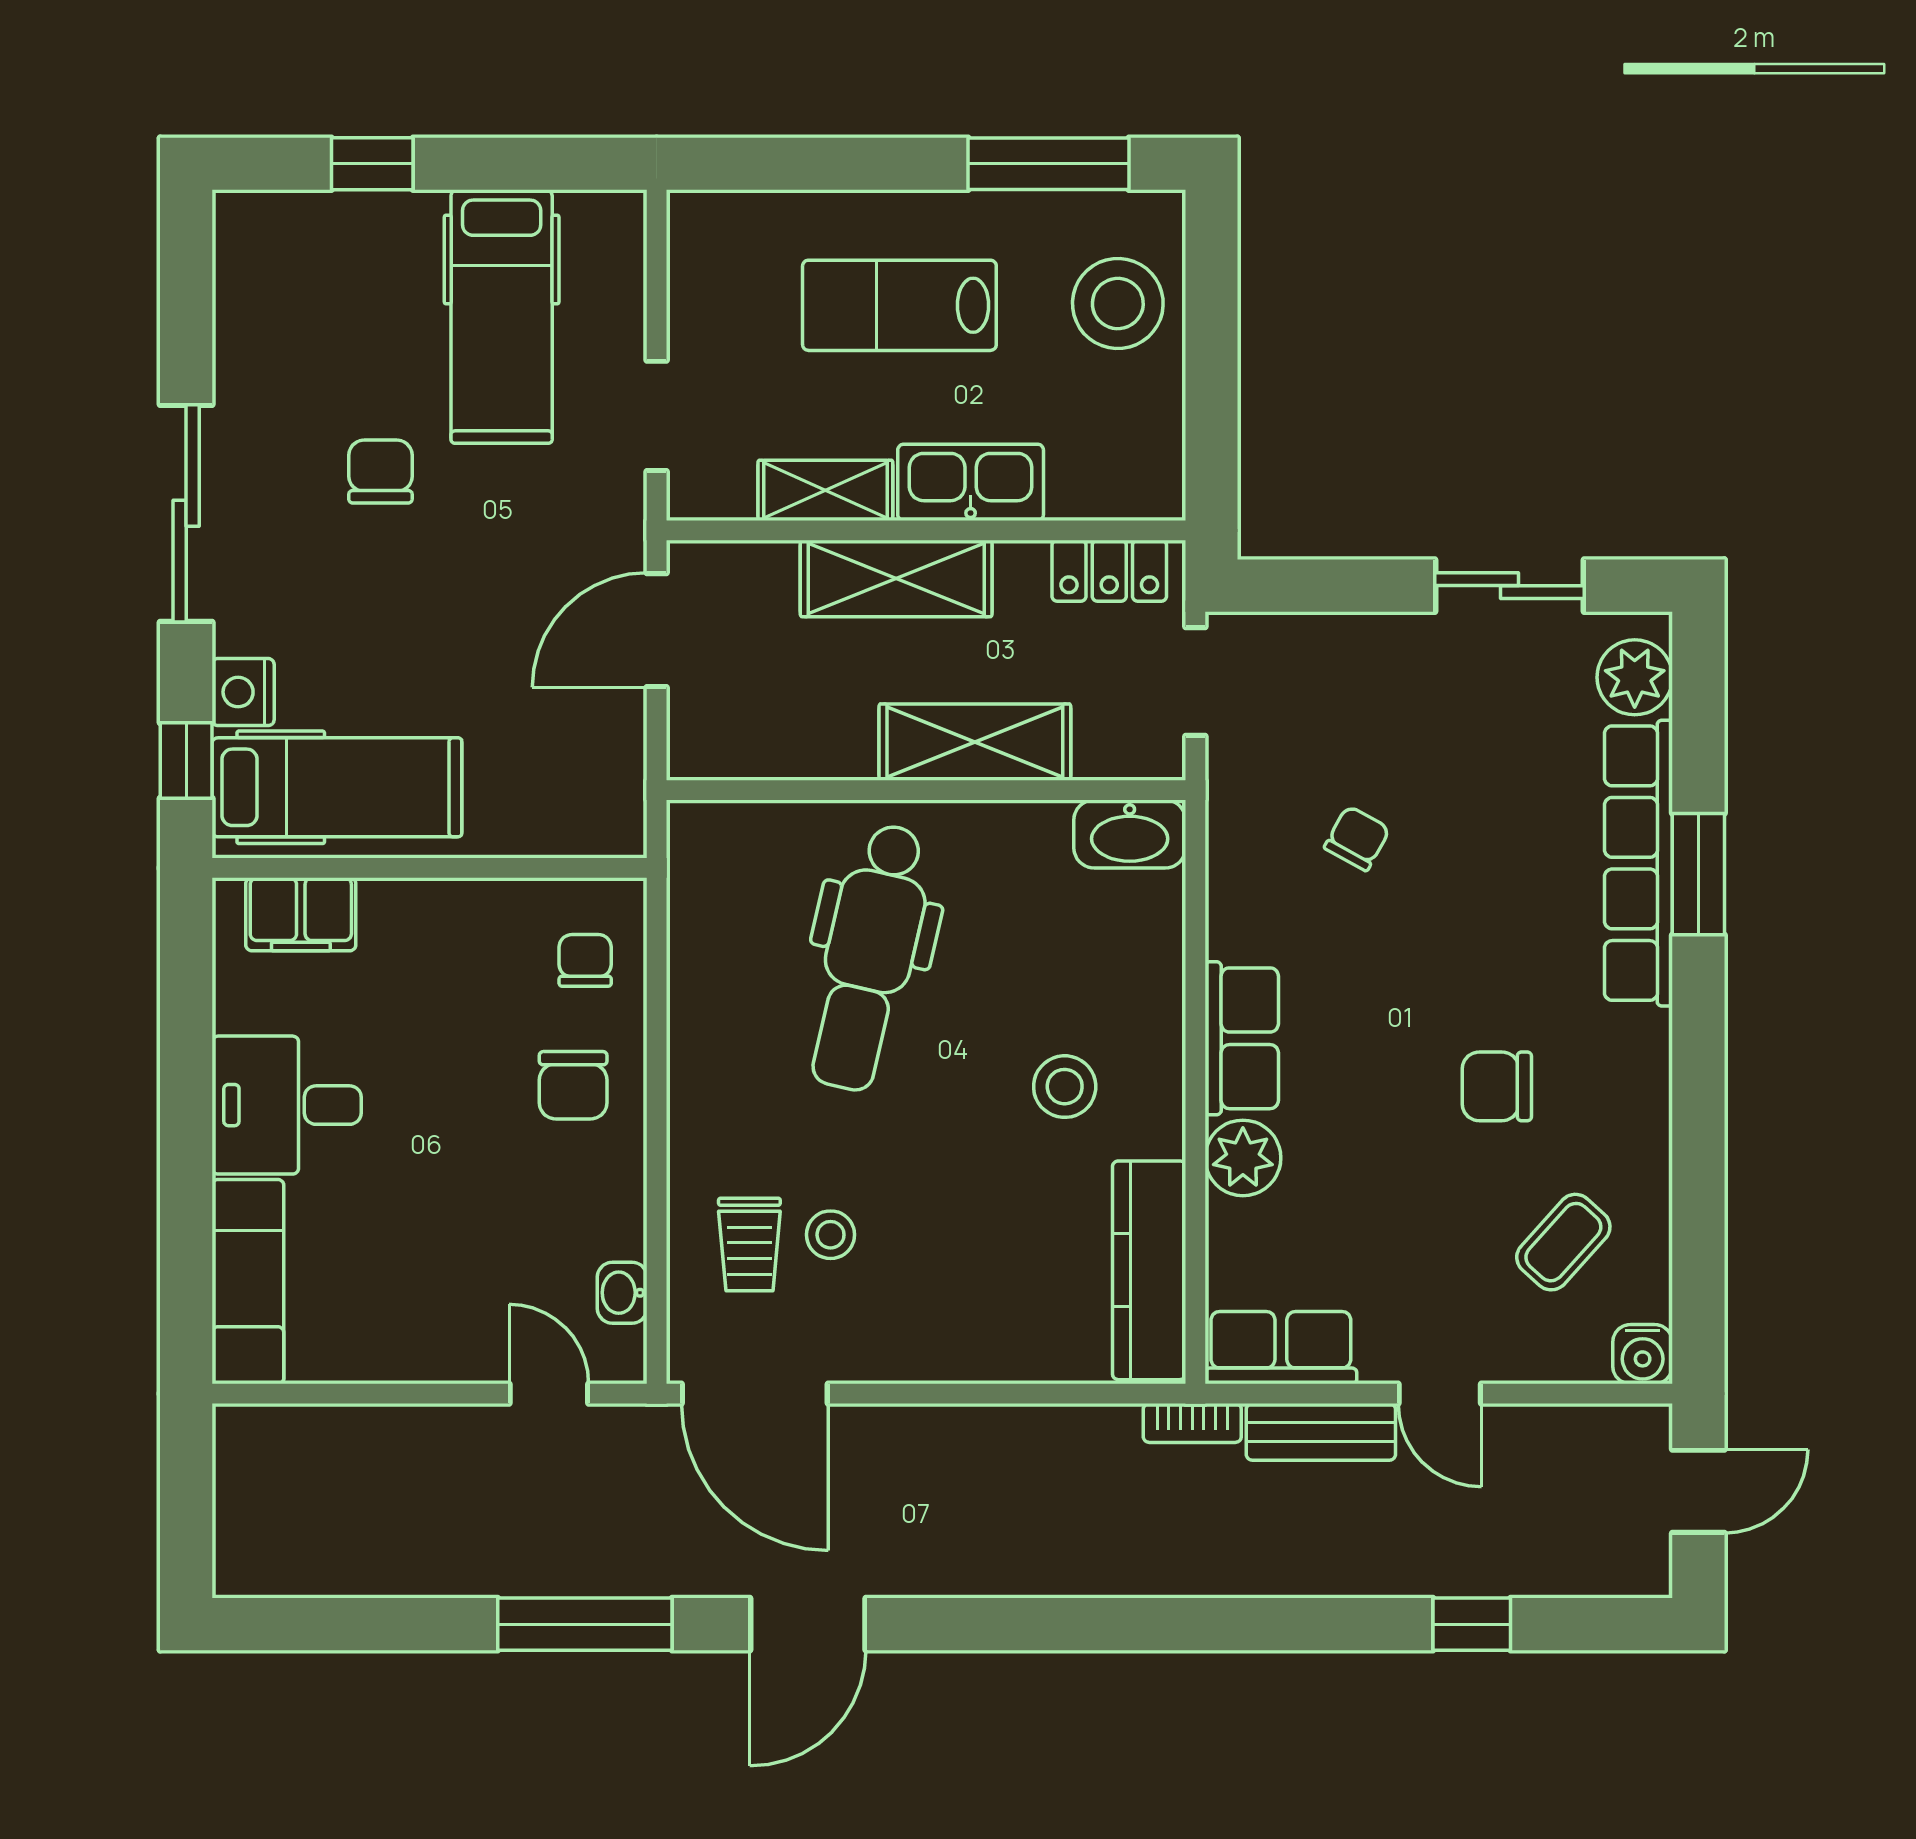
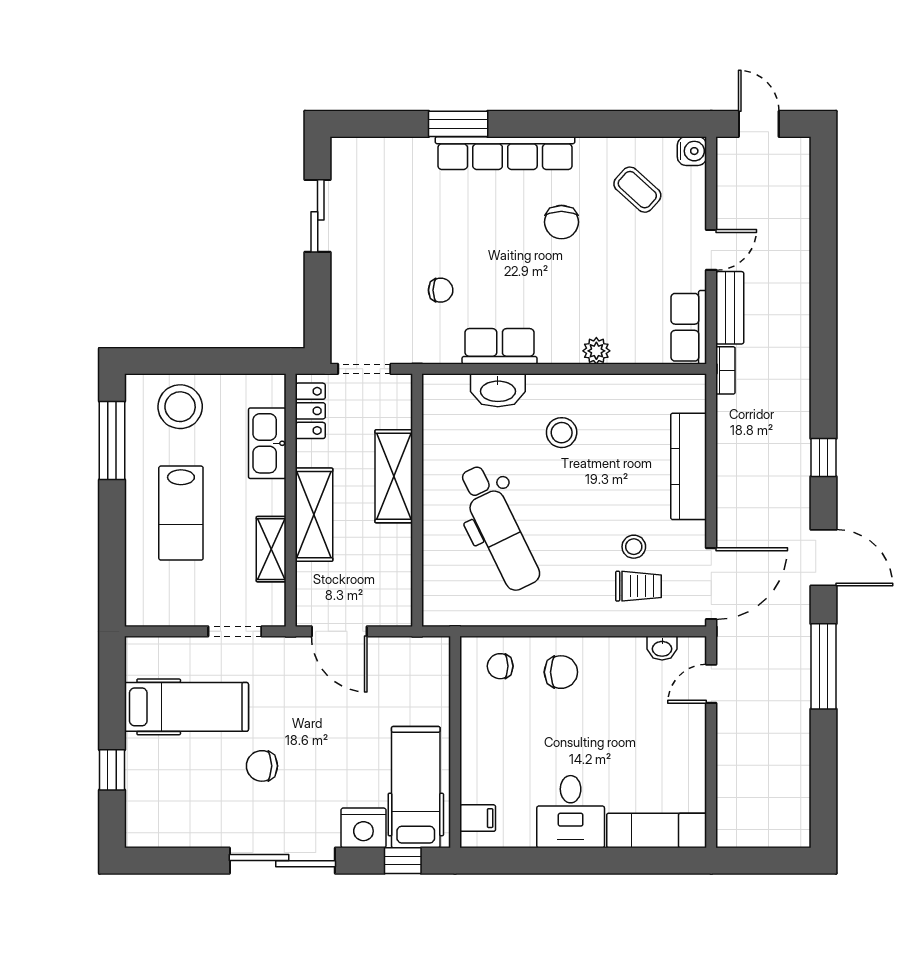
kitchen sink: (971, 482) -> (267, 443), moved
plant: (1635, 677) -> (362, 155), removed
nightstand: (243, 692) -> (363, 828), width x1.36, depth x1.33
washbasin: (1130, 834) -> (498, 390), moved, turned 90
chair: (1357, 838) -> (441, 290), turned 151
row of seats: (1638, 863) -> (505, 153), moved
filing cabinet: (301, 914) -> (478, 818), width x0.50
dental chair: (869, 957) -> (499, 528), turned 51
row of seats: (1242, 1038) -> (500, 346), moved
plant: (1243, 1158) -> (596, 351), width x0.73, depth x0.73
kitchen counter: (1149, 1270) -> (689, 466), moved, turned 90
window: (1472, 1624) -> (823, 457), moved

